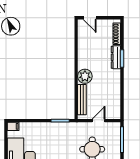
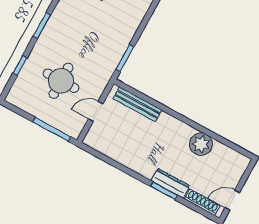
door: (90, 18) -> (232, 200), moved
plant: (85, 76) -> (201, 144), moved
door: (99, 121) -> (96, 111), swing flipped

